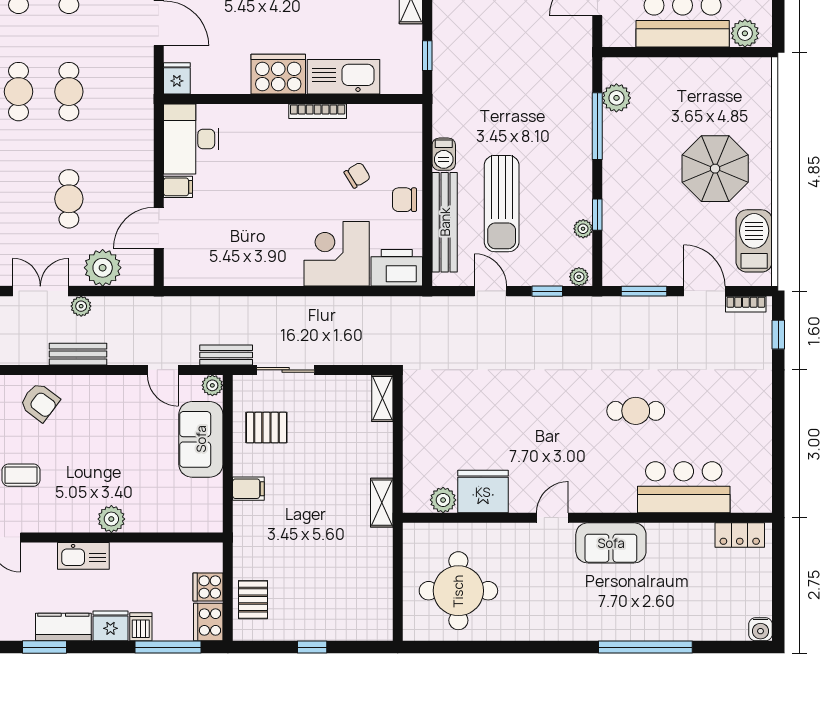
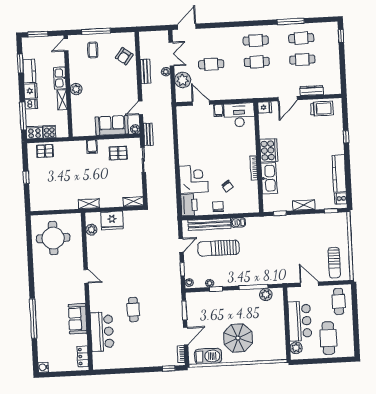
pallet: (266, 428) -> (118, 153), turned 90
fridge: (483, 492) -> (112, 220), moved, turned 90
sofa: (611, 543) -> (78, 319), moved
shelving: (135, 553) -> (62, 100), added

